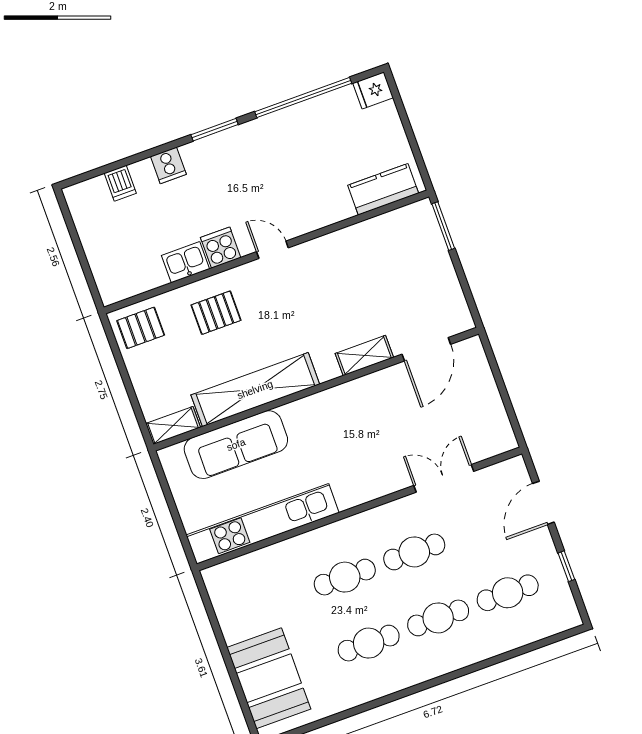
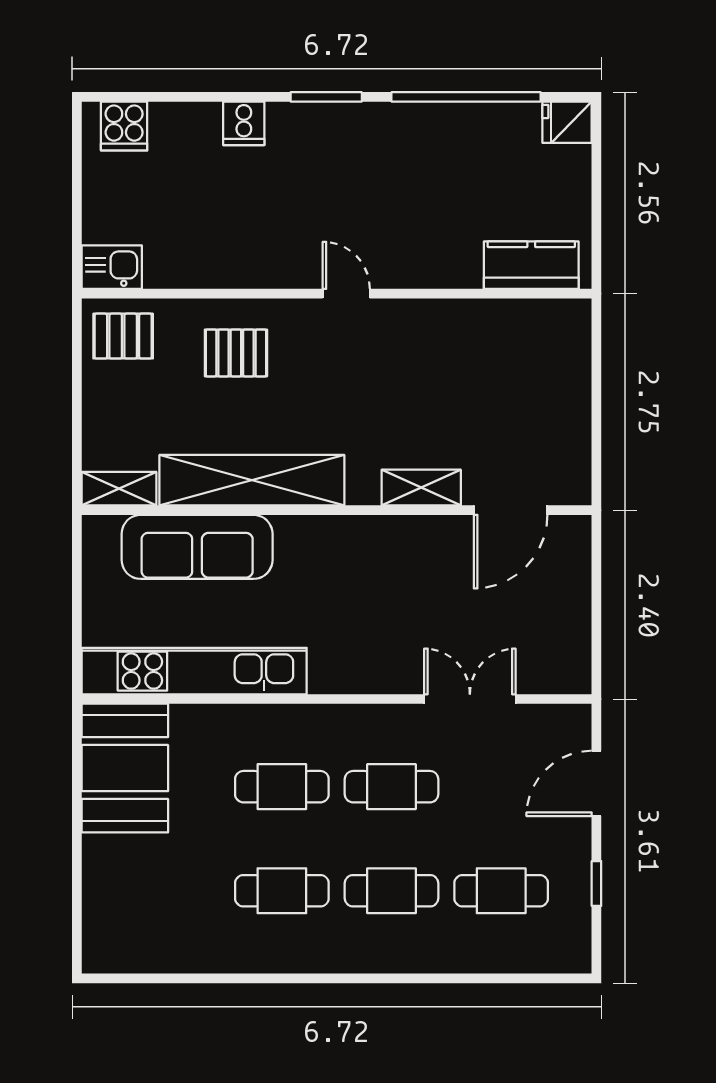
dishwasher: (120, 183) -> (168, 124), removed
window: (443, 226) -> (596, 347), removed
cooker: (221, 248) -> (124, 126), moved, turned 180
kitchen sink: (185, 262) -> (112, 267), moved
booth: (269, 678) -> (125, 768), moved

